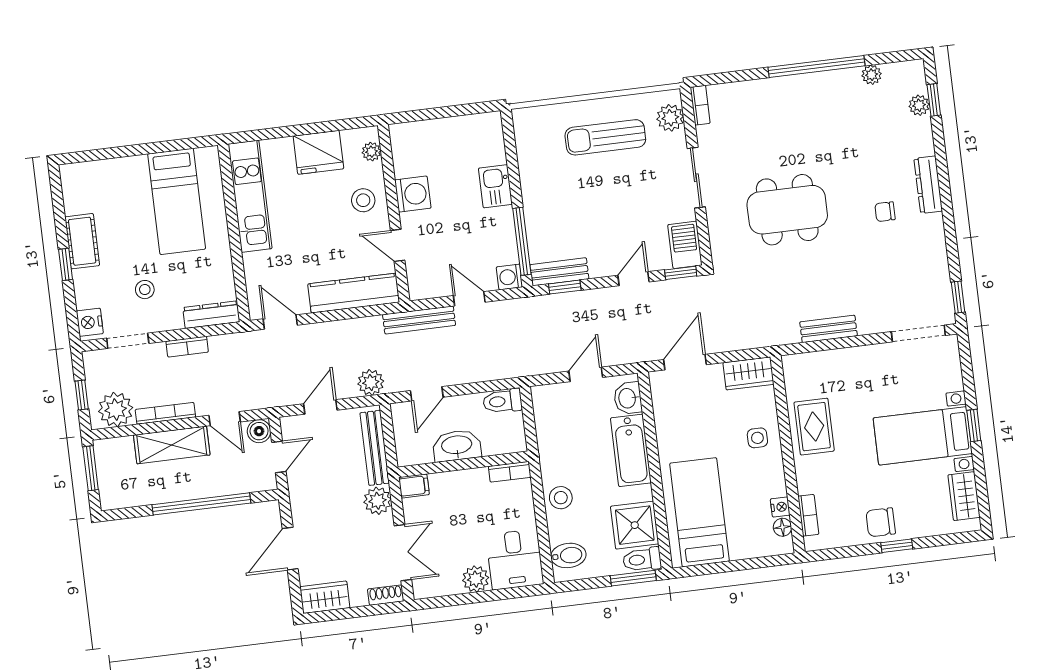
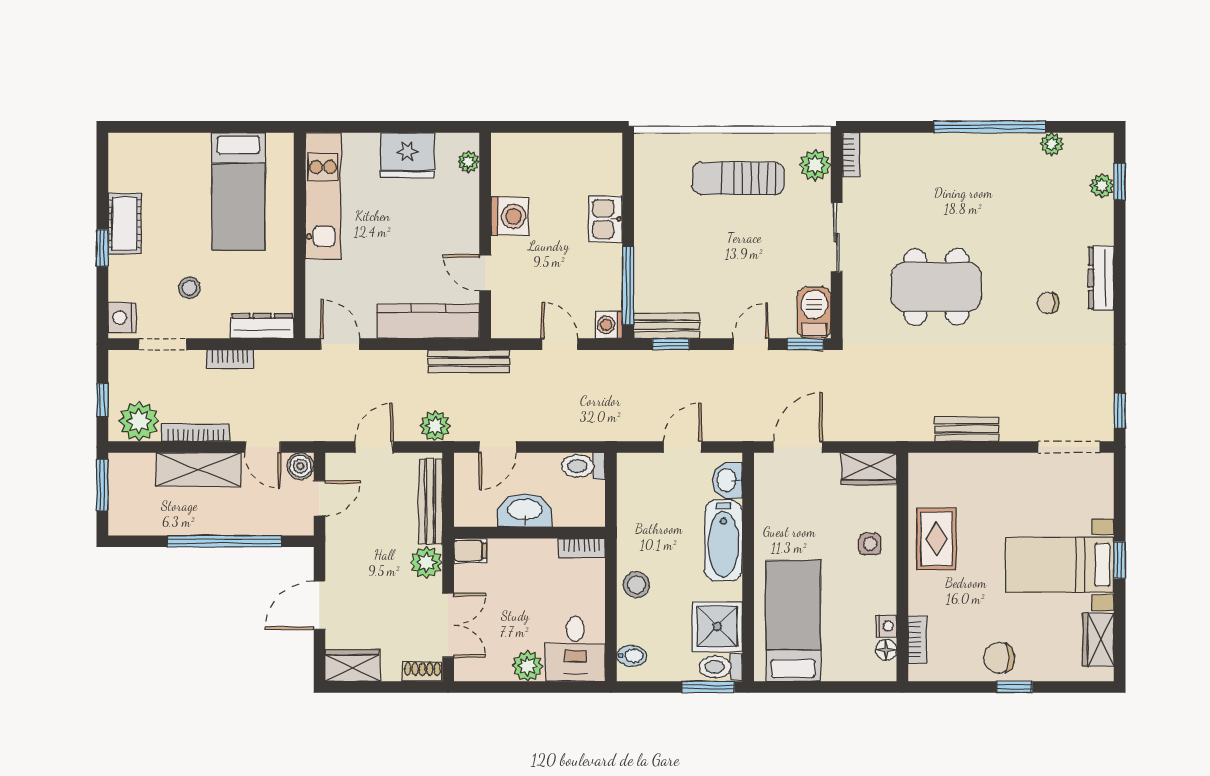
stool: (363, 200) -> (452, 216), removed
bench: (419, 320) -> (469, 361), moved
bidet: (568, 555) -> (632, 656), width x0.72, depth x0.74

